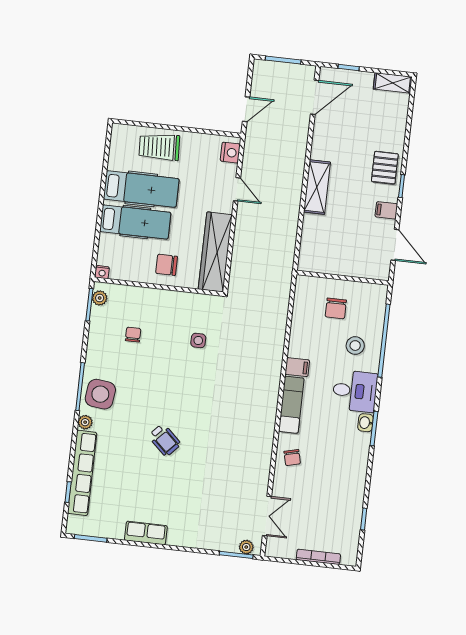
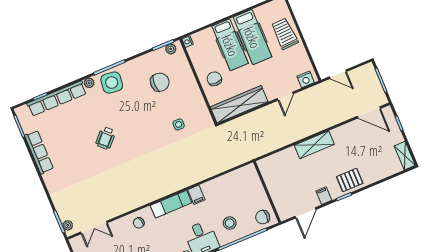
chair: (336, 308) -> (263, 217), moved
chair: (133, 335) -> (160, 82), width x1.87, depth x1.87
row of seats: (146, 533) -> (39, 152), width x1.48

